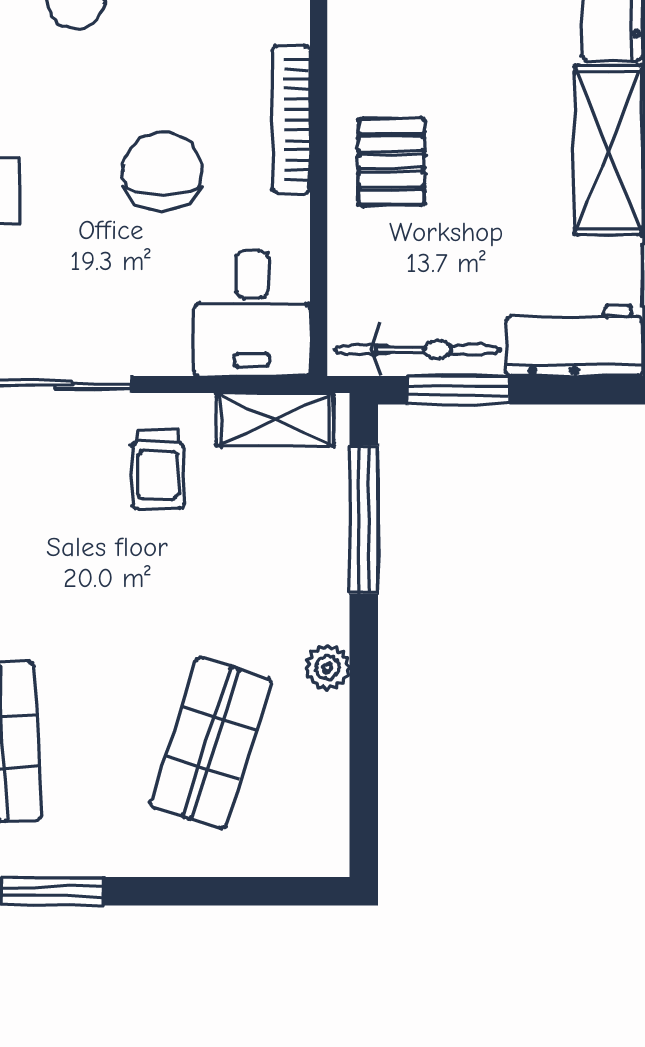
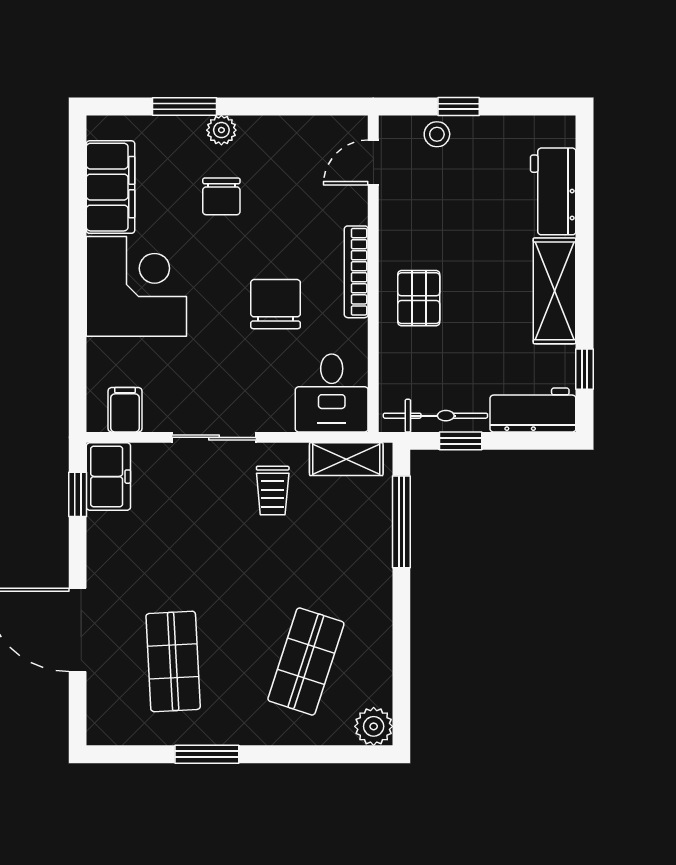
window: (458, 390) -> (461, 441), width x0.67
plant: (327, 668) -> (374, 726), moved, width x1.38, depth x1.38

